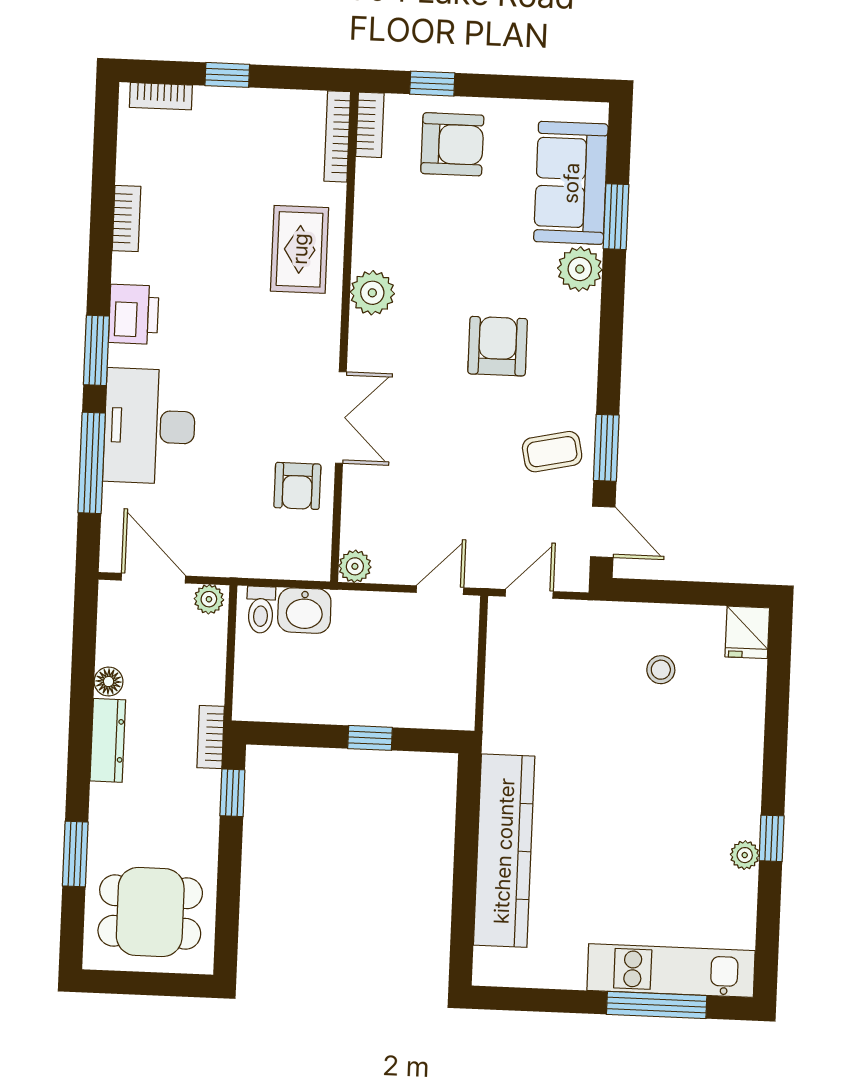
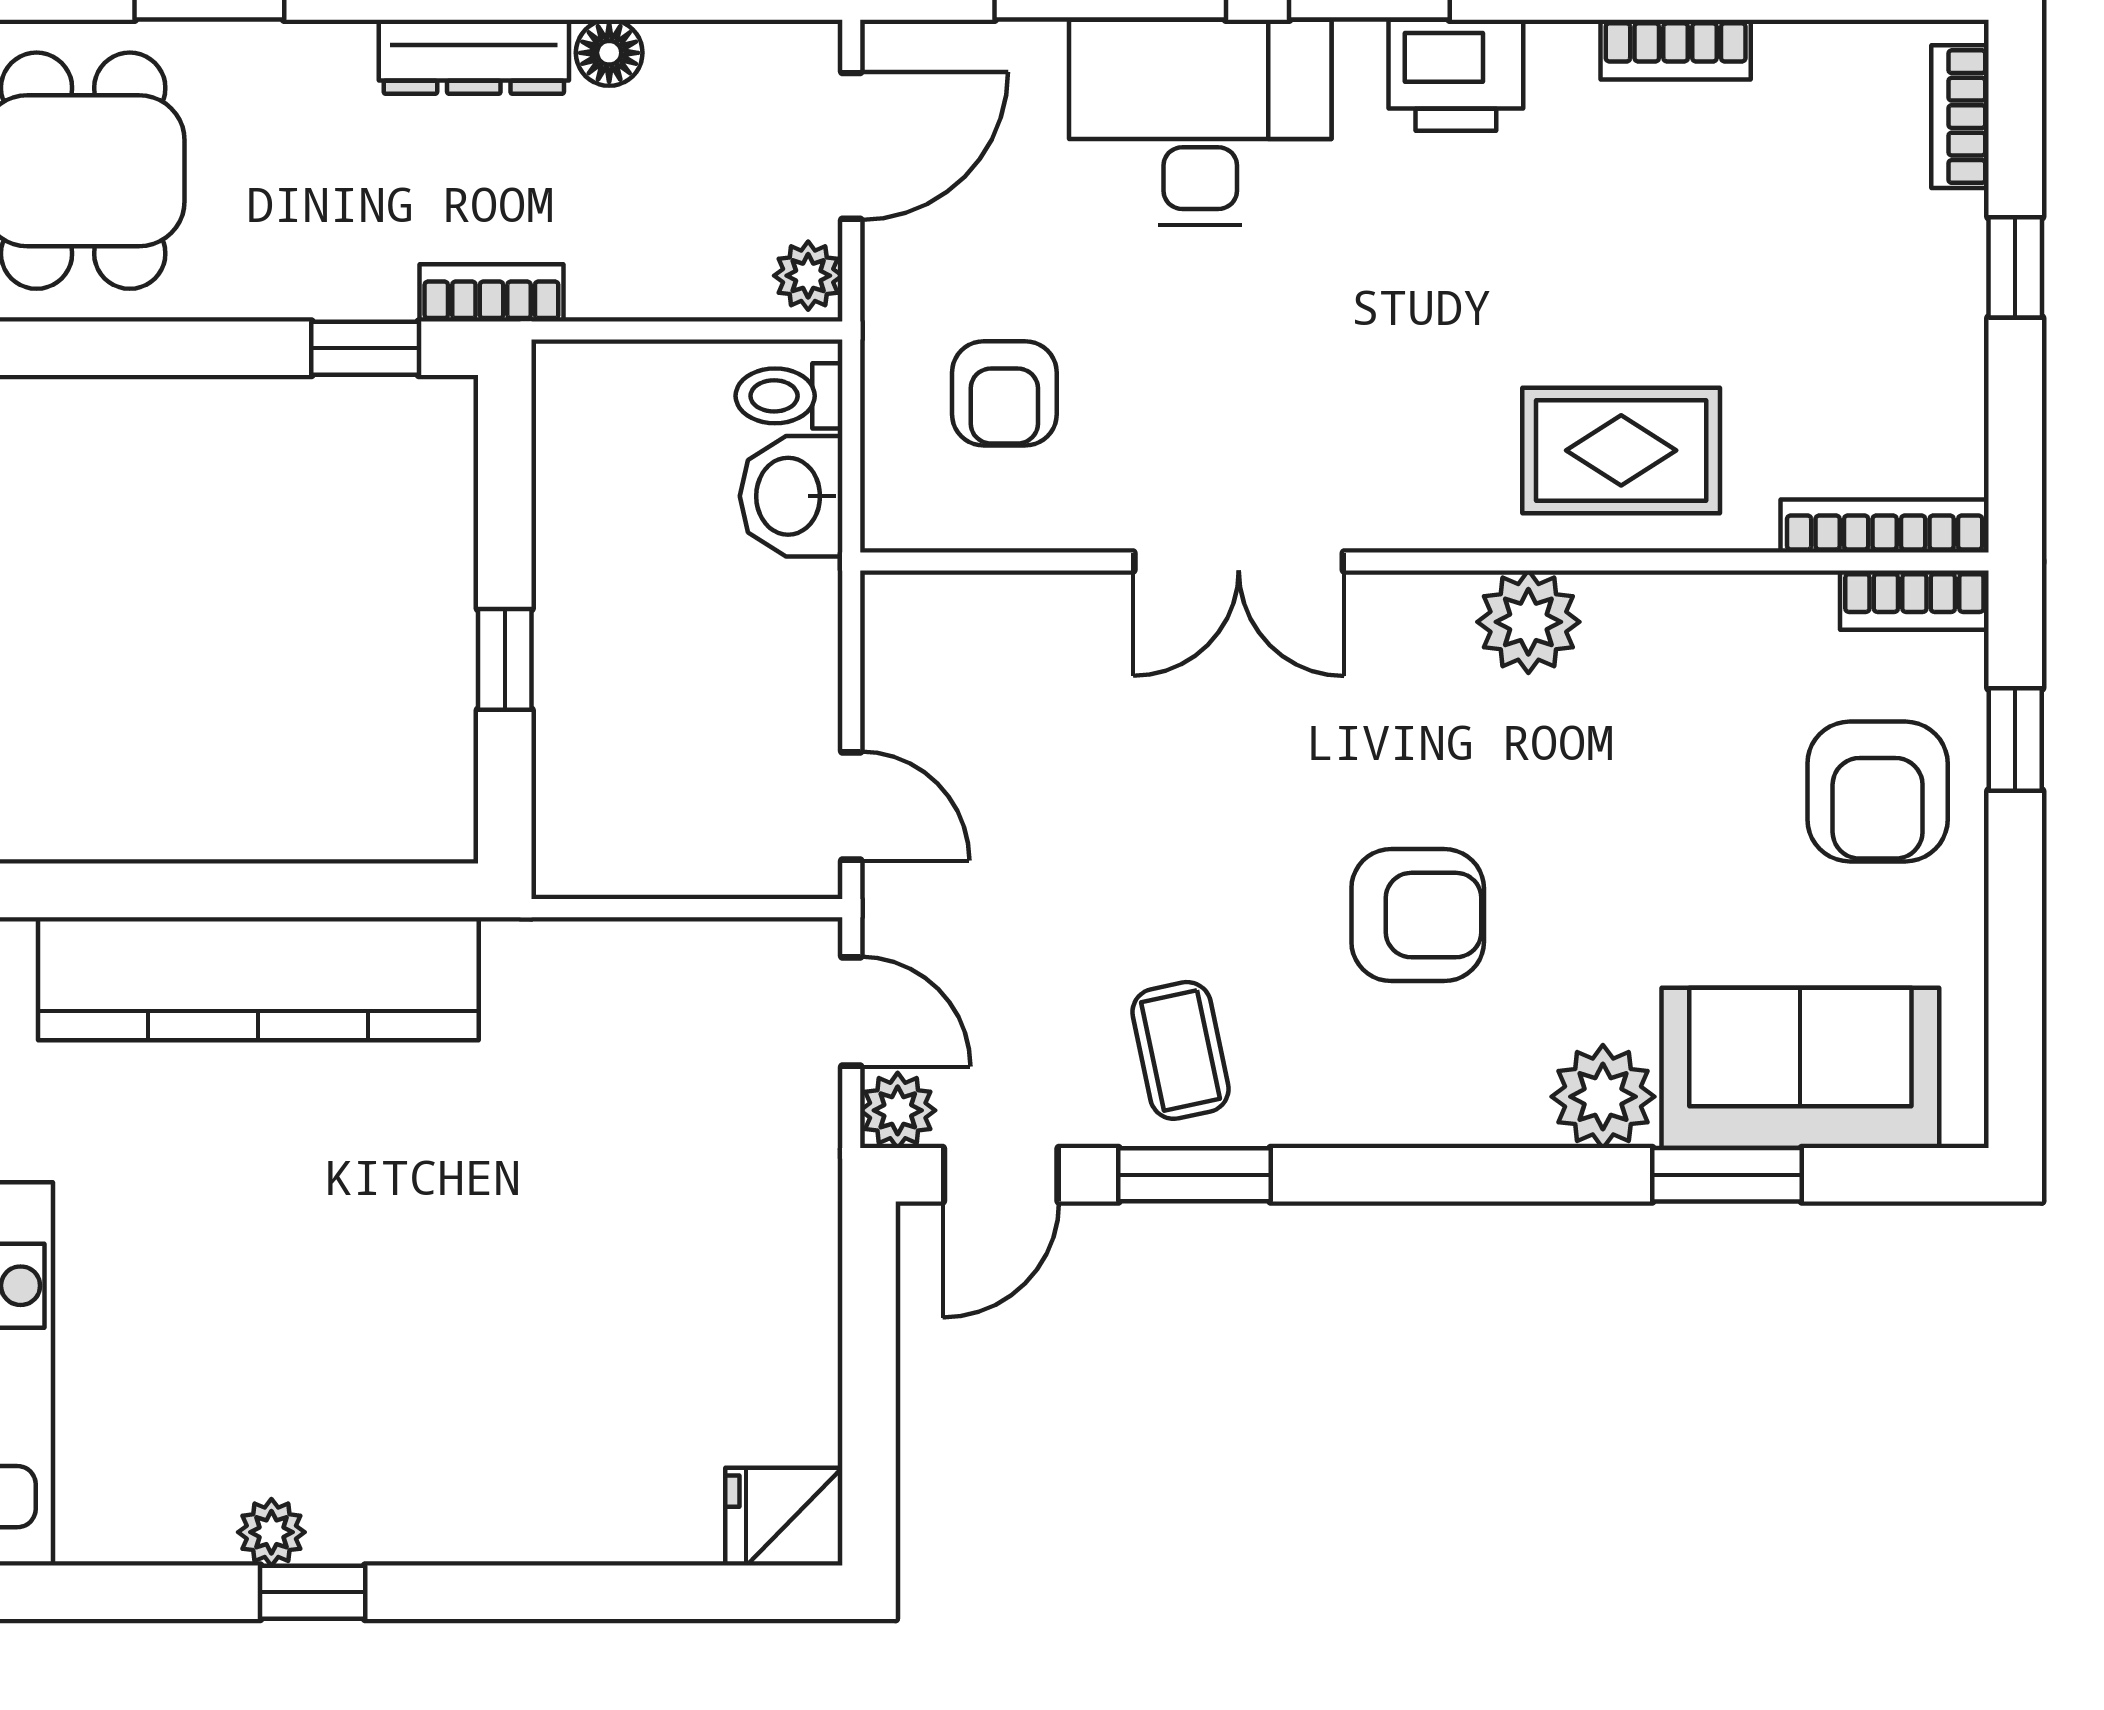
armchair: (297, 486) -> (1004, 393), moved, turned -90
plant: (355, 566) -> (898, 1110), moved
stool: (661, 670) -> (690, 1321), removed

